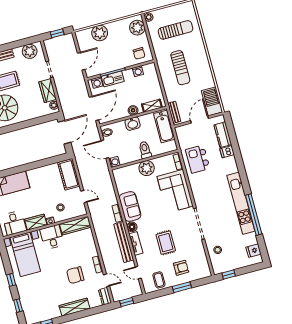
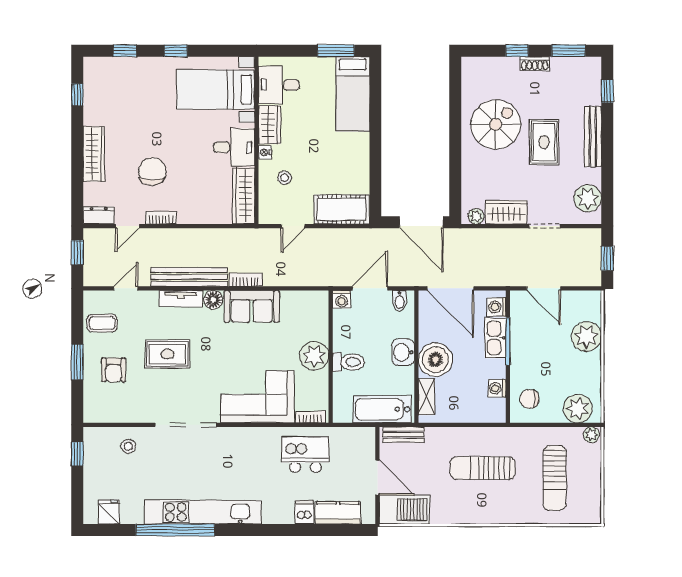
boiler: (133, 110) -> (435, 360), width x1.86, depth x1.86

